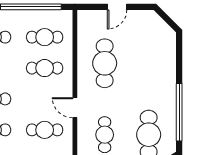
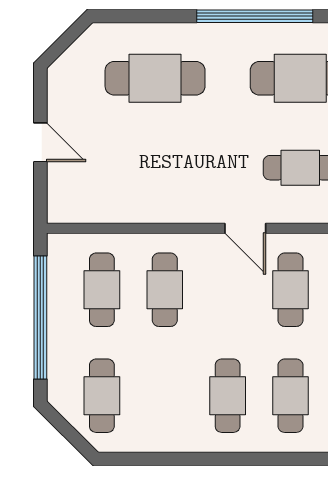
cafe table: (105, 63) -> (155, 78), moved
door: (75, 108) -> (245, 228), hinge flipped

